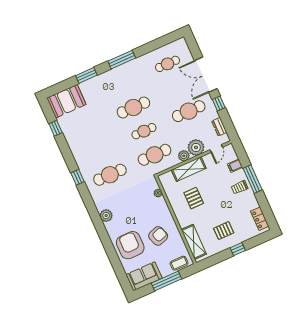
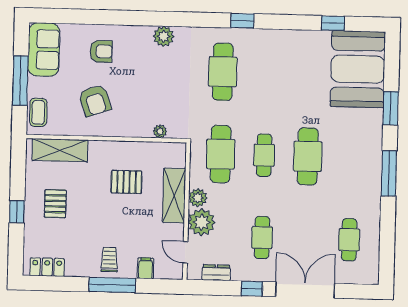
booth: (66, 101) -> (358, 69), width x1.36, depth x1.42
cafe table: (189, 111) -> (262, 238), width x0.73, depth x0.74
armchair: (130, 245) -> (101, 51), width x0.53, depth x0.53

